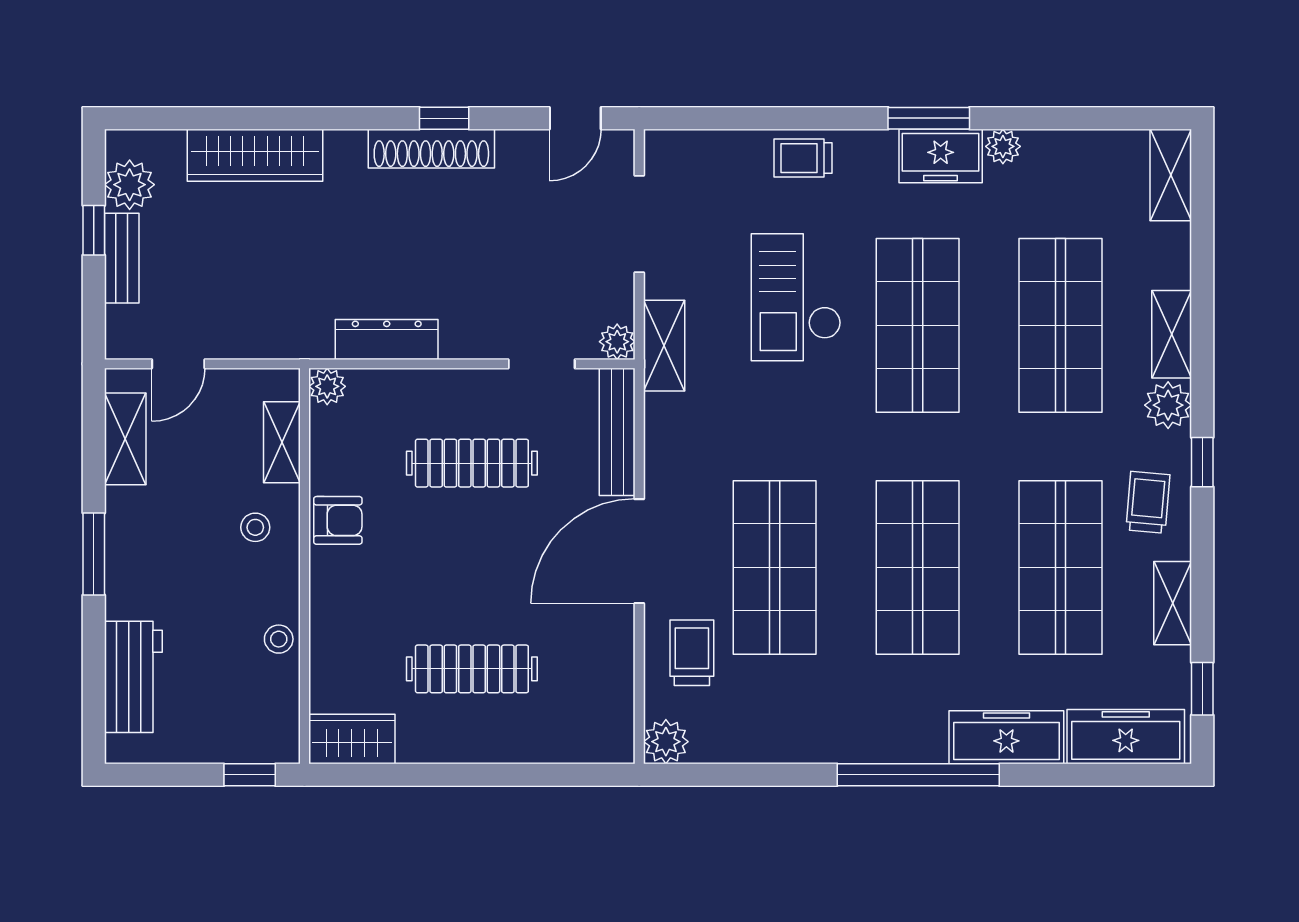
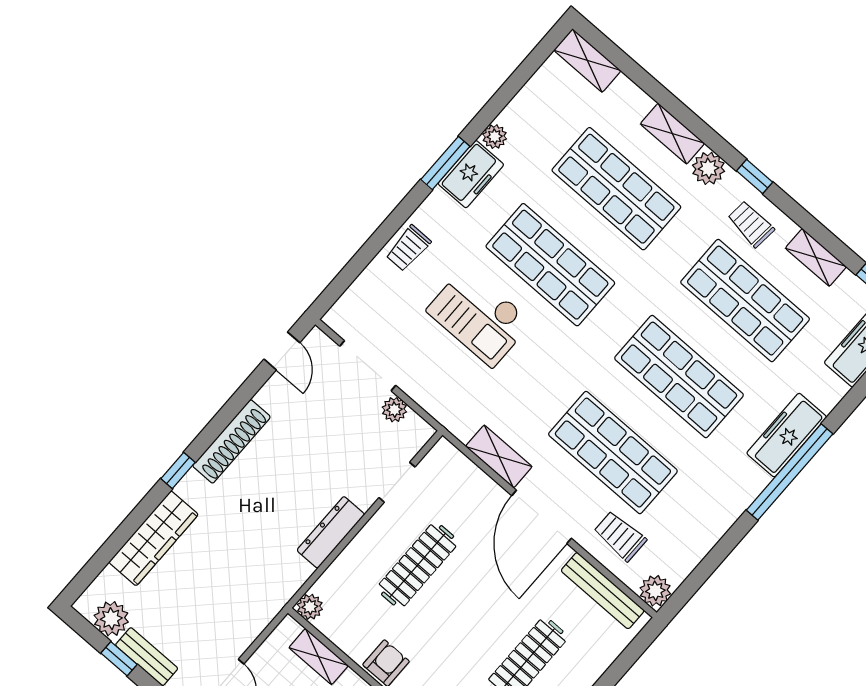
window: (444, 118) -> (178, 470), moved
dresser: (387, 339) -> (331, 532), moved
plant: (617, 342) -> (394, 410), moved
shelving: (664, 346) -> (499, 456), moved
bench: (617, 432) -> (603, 591), moved
freezer: (1006, 737) -> (787, 435), moved

